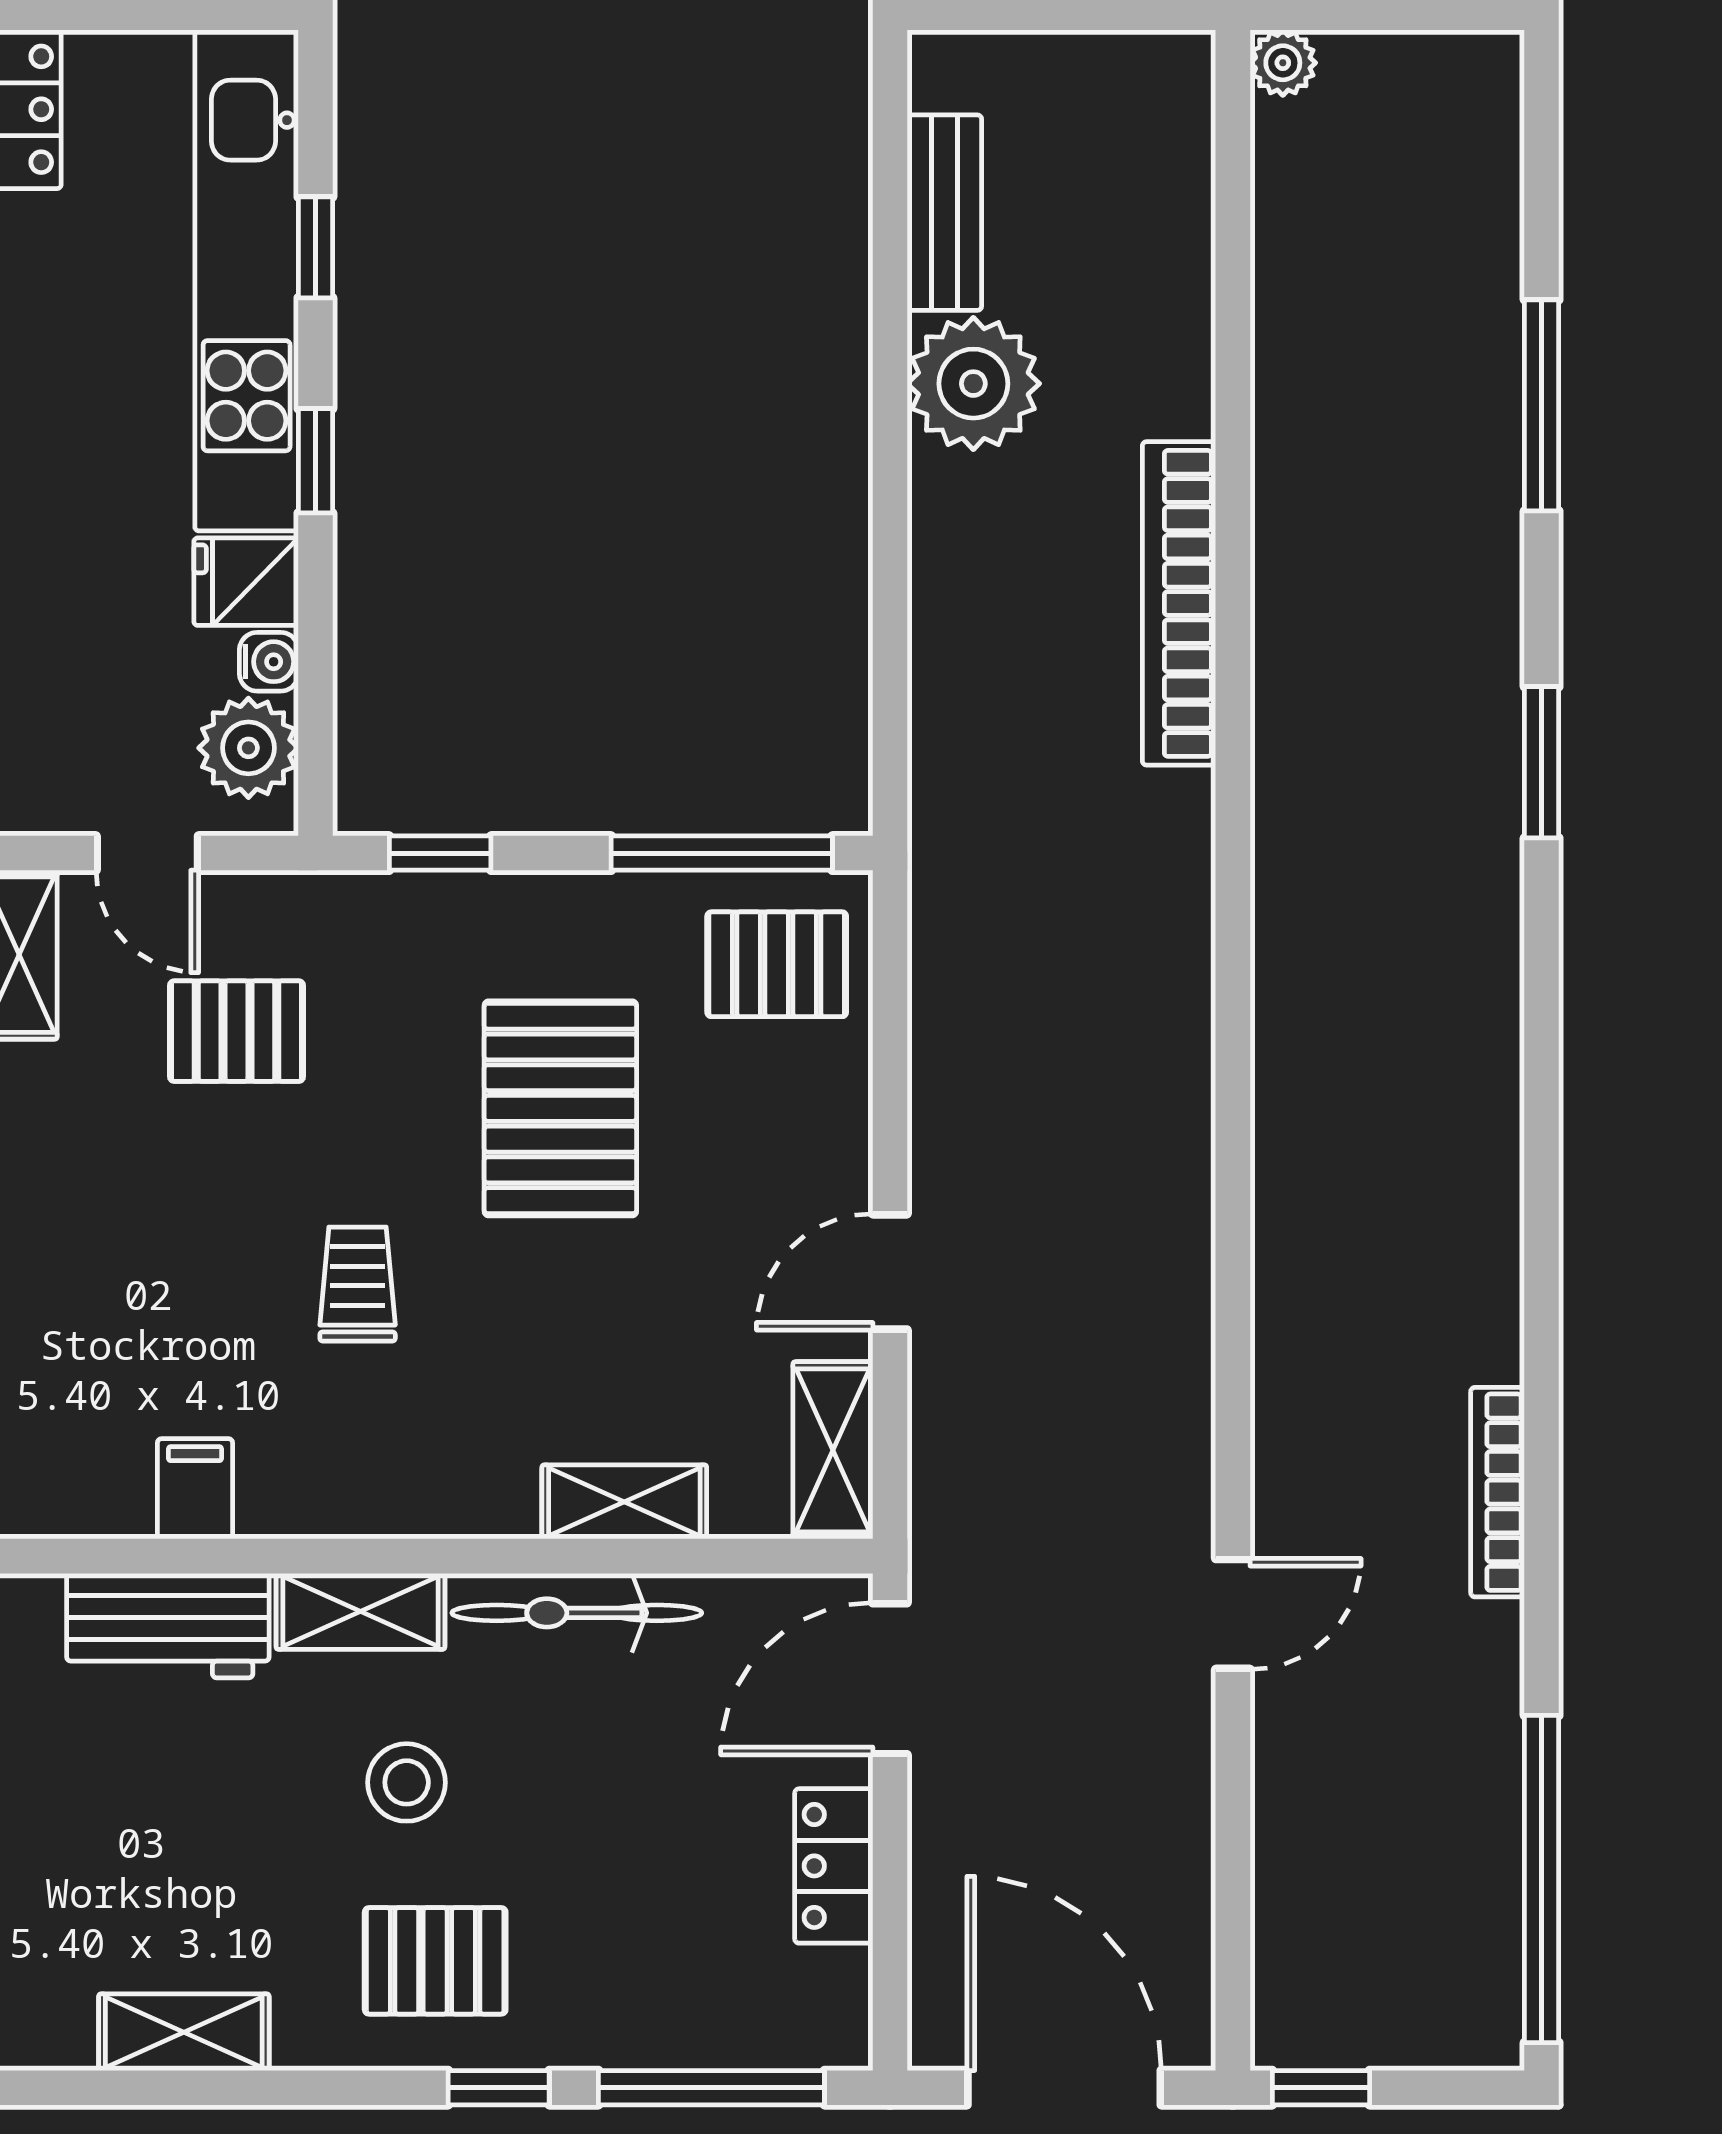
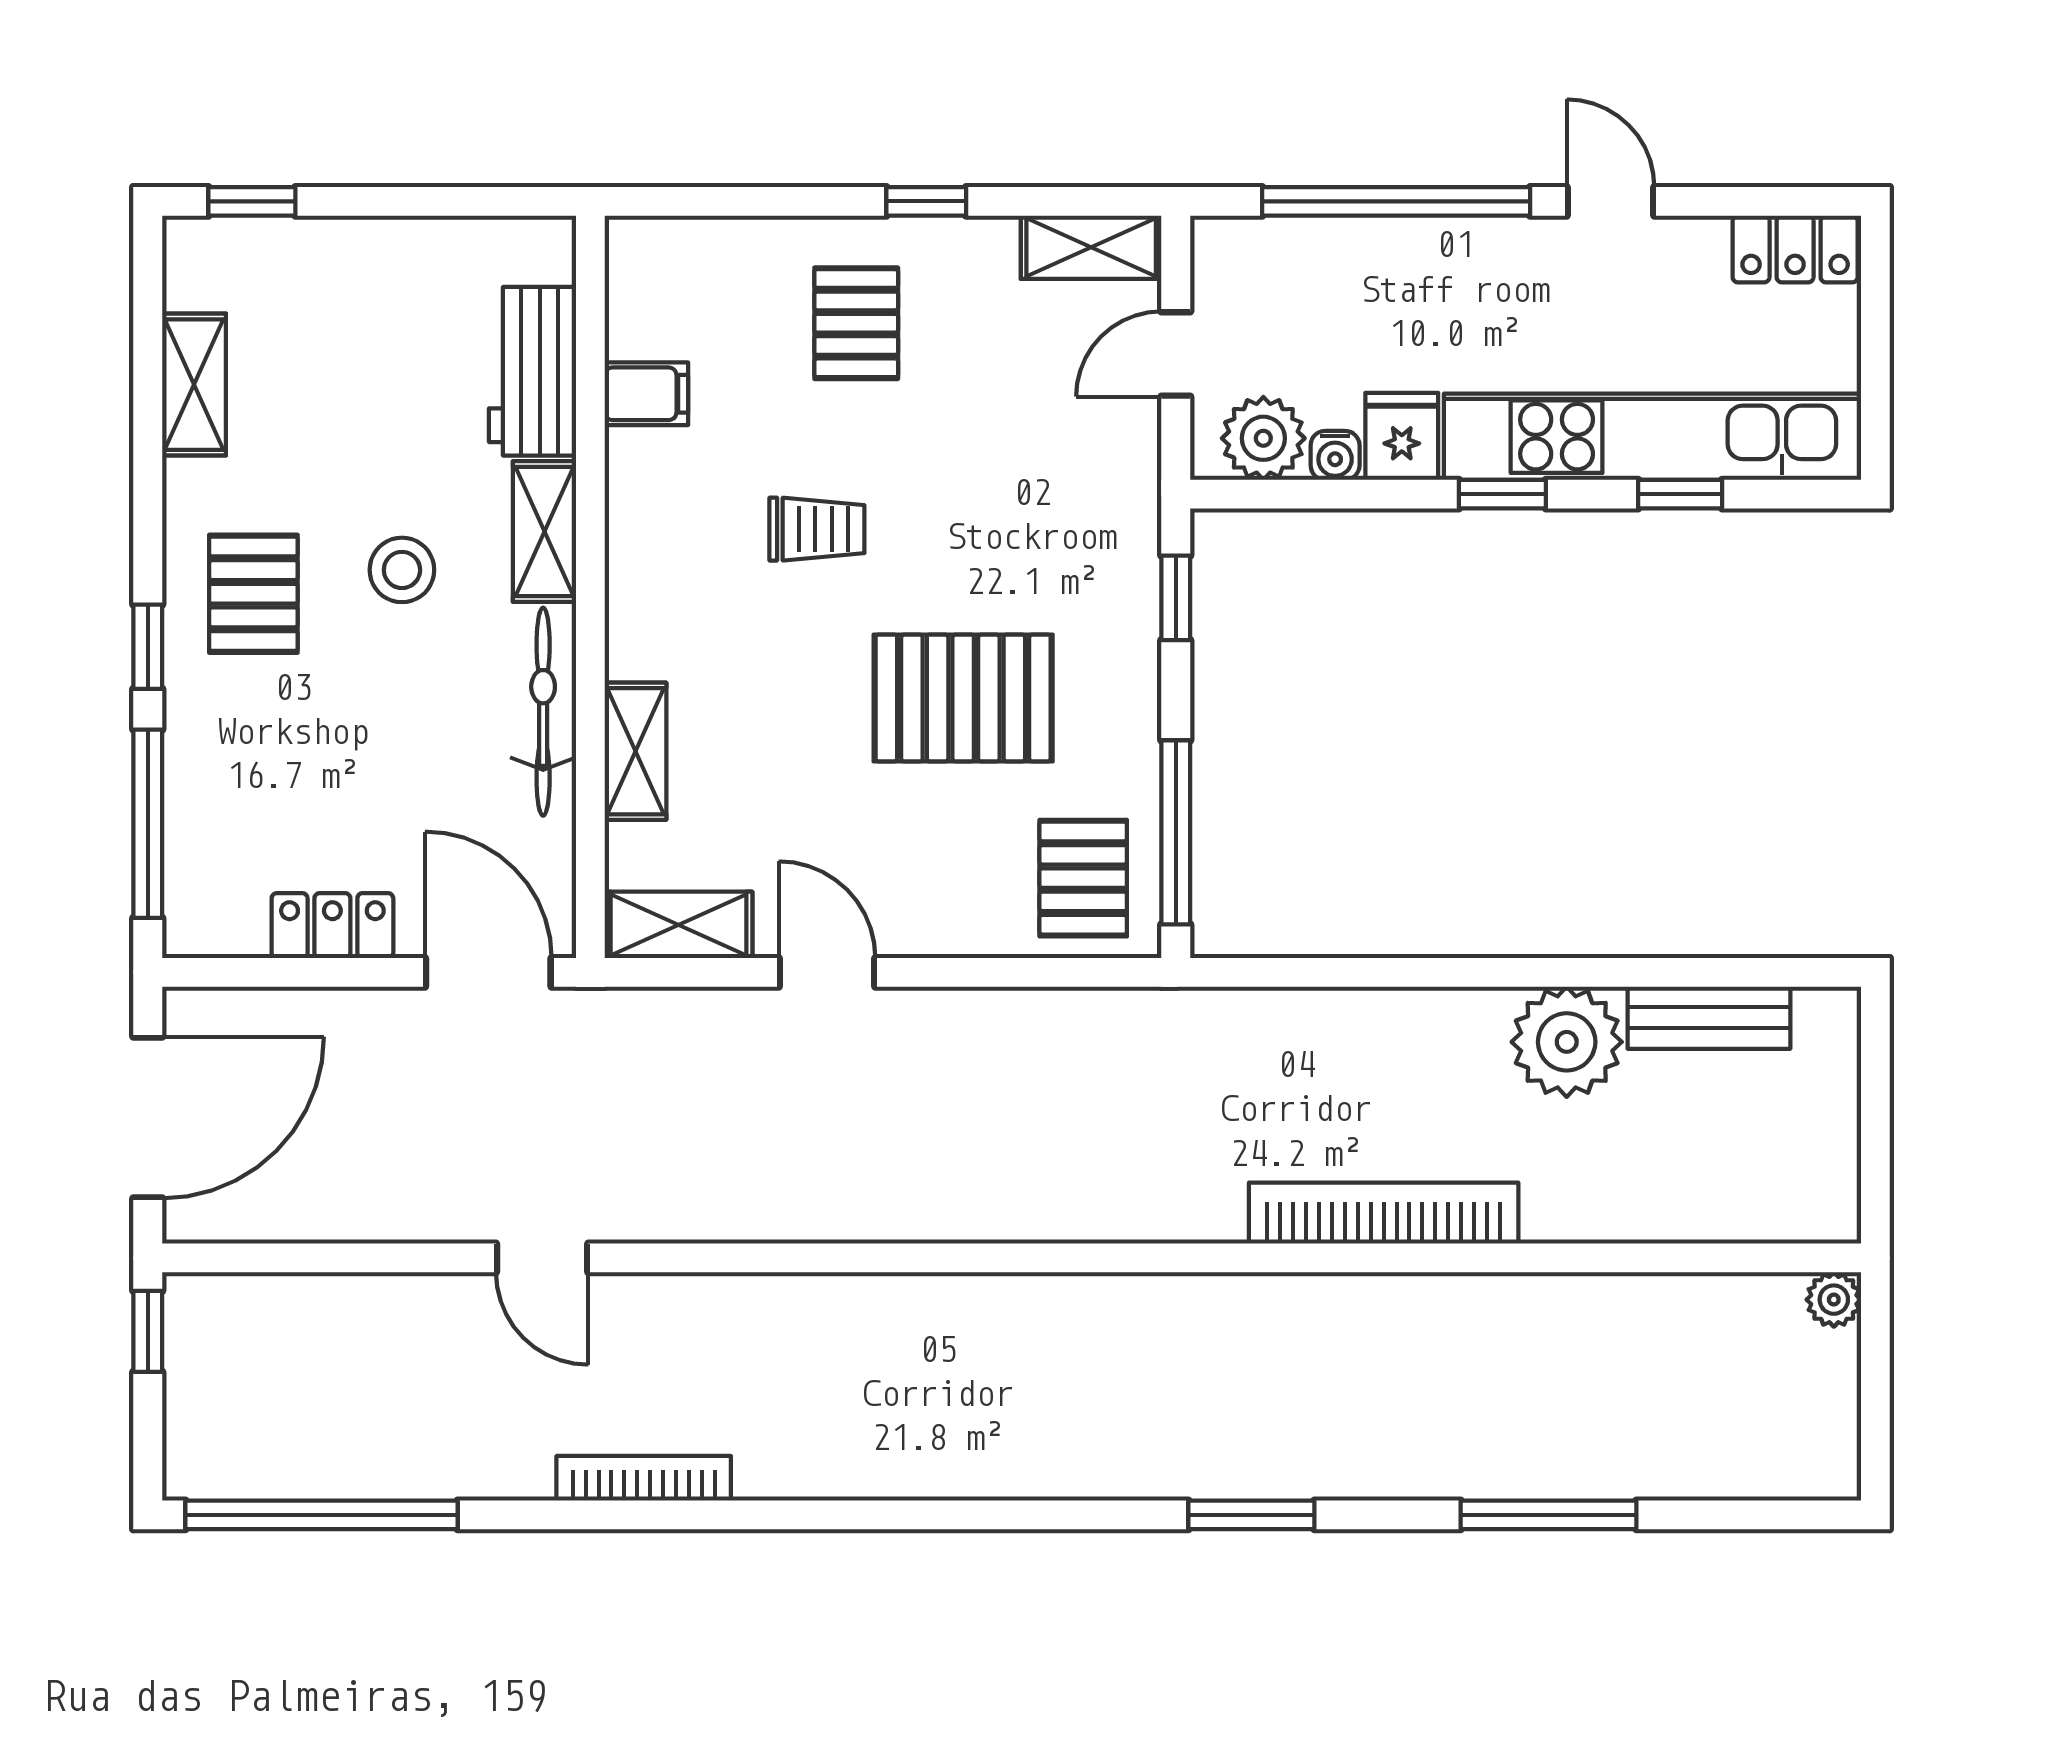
pallet: (236, 1031) -> (856, 323), moved

